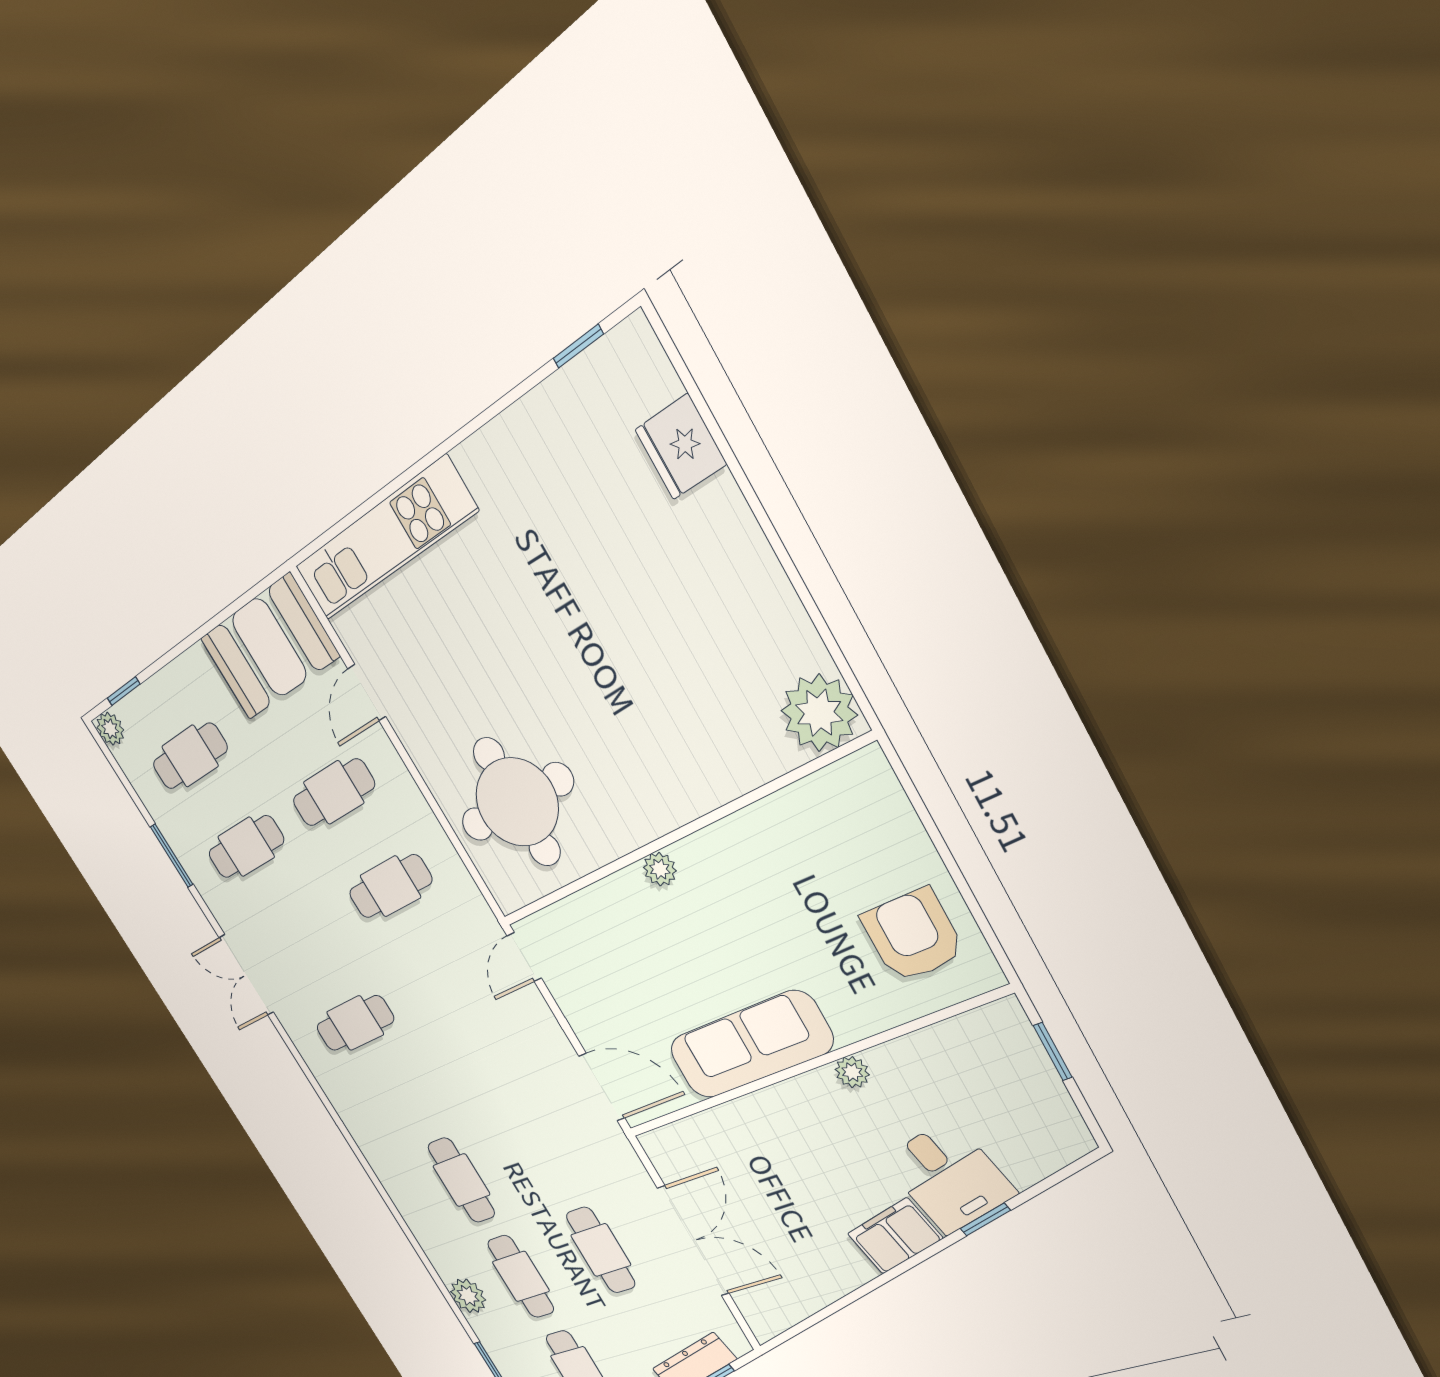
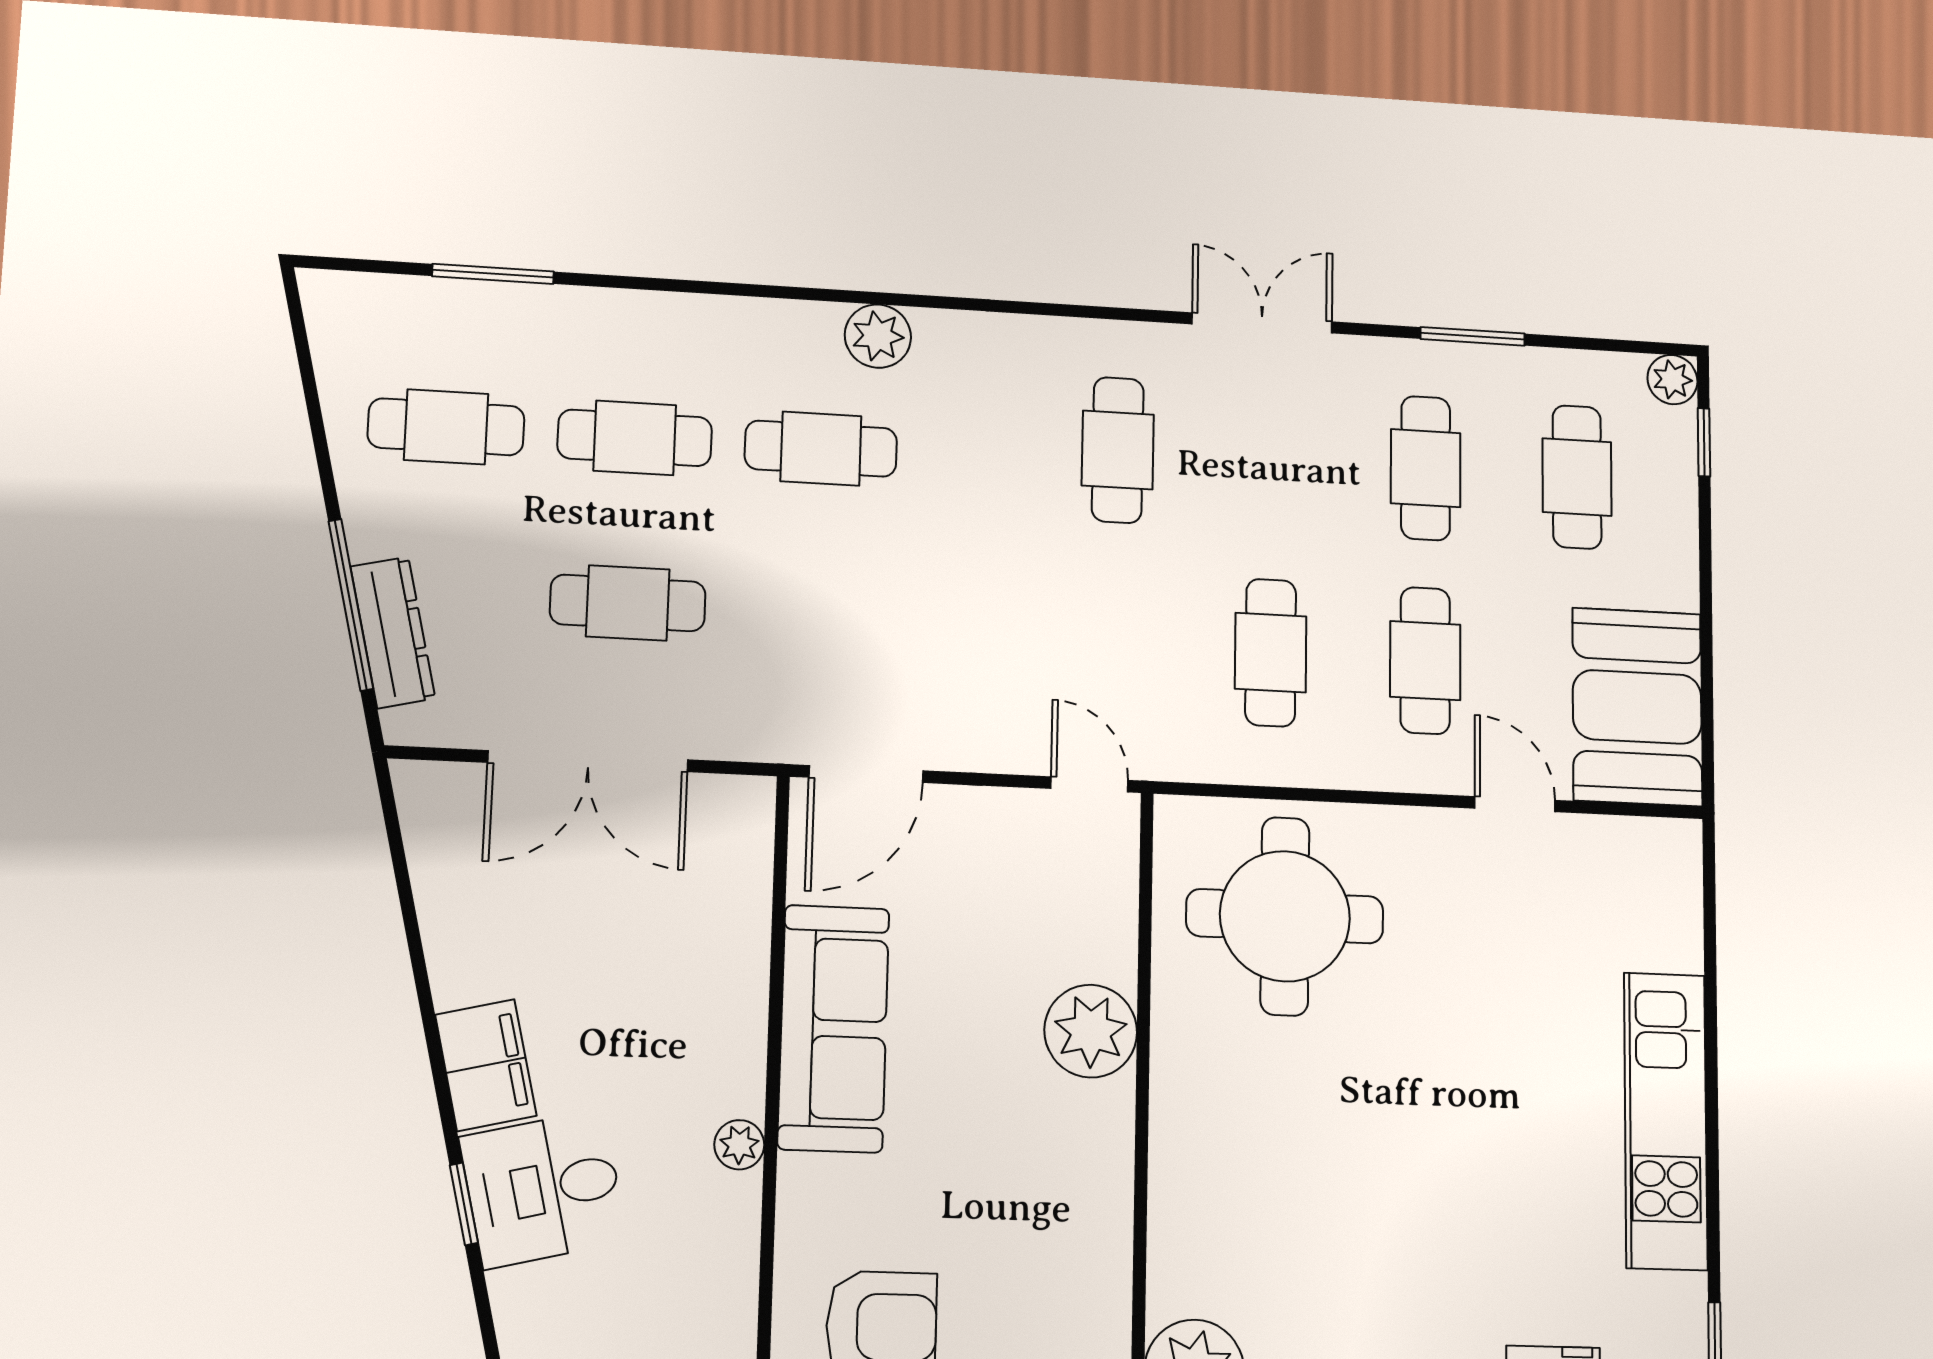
kitchen unit: (385, 540) -> (1666, 1121), moved
plant: (660, 869) -> (1091, 1031), width x1.88, depth x1.88
plant: (468, 1296) -> (878, 336), moved

